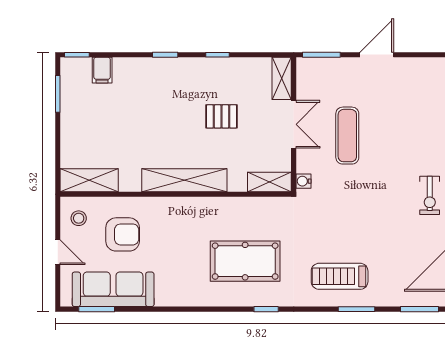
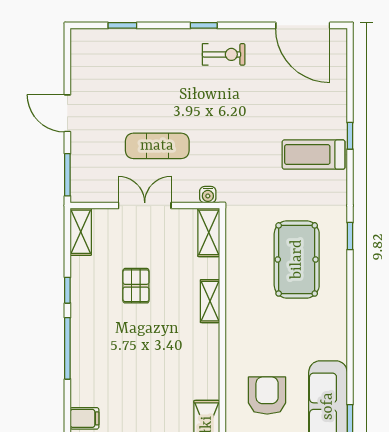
window: (165, 55) -> (67, 348), width x2.17
shelving: (282, 78) -> (81, 232), moved, turned 90
shelving: (184, 180) -> (210, 301), width x0.45, depth x0.75
treadmill: (340, 276) -> (314, 155), turned 90
window: (356, 309) -> (350, 136), width x0.67
window: (420, 309) -> (350, 66), removed

